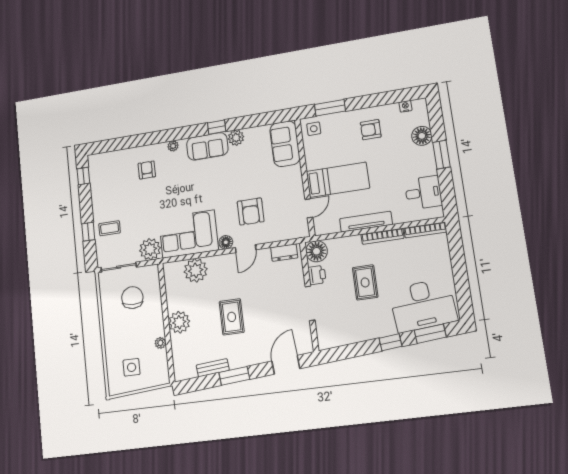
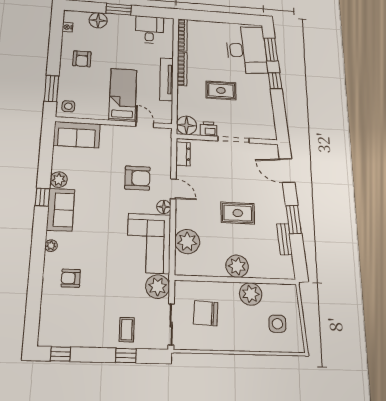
plant: (160, 343) -> (251, 294), width x1.88, depth x1.88

